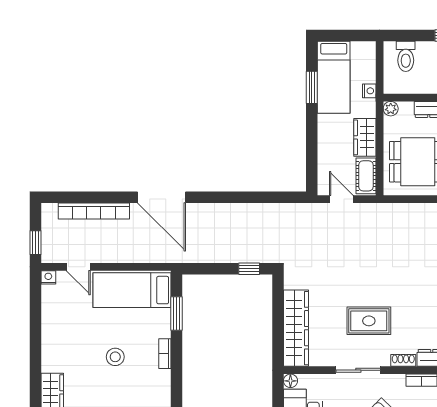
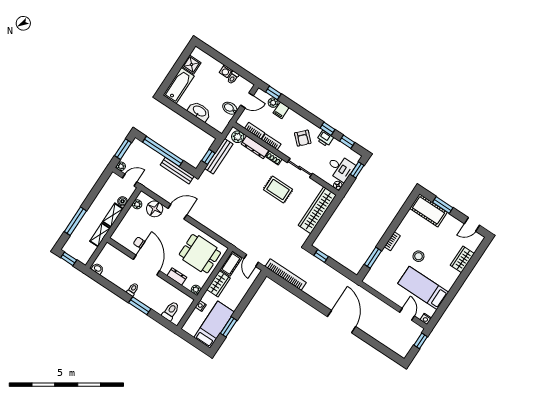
bookcase: (94, 211) -> (286, 275), moved
bed: (132, 290) -> (423, 288), moved, turned 180

